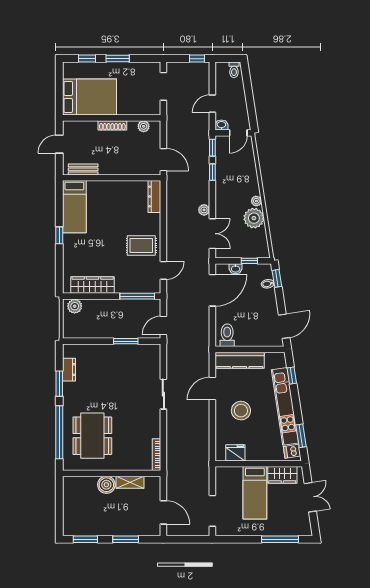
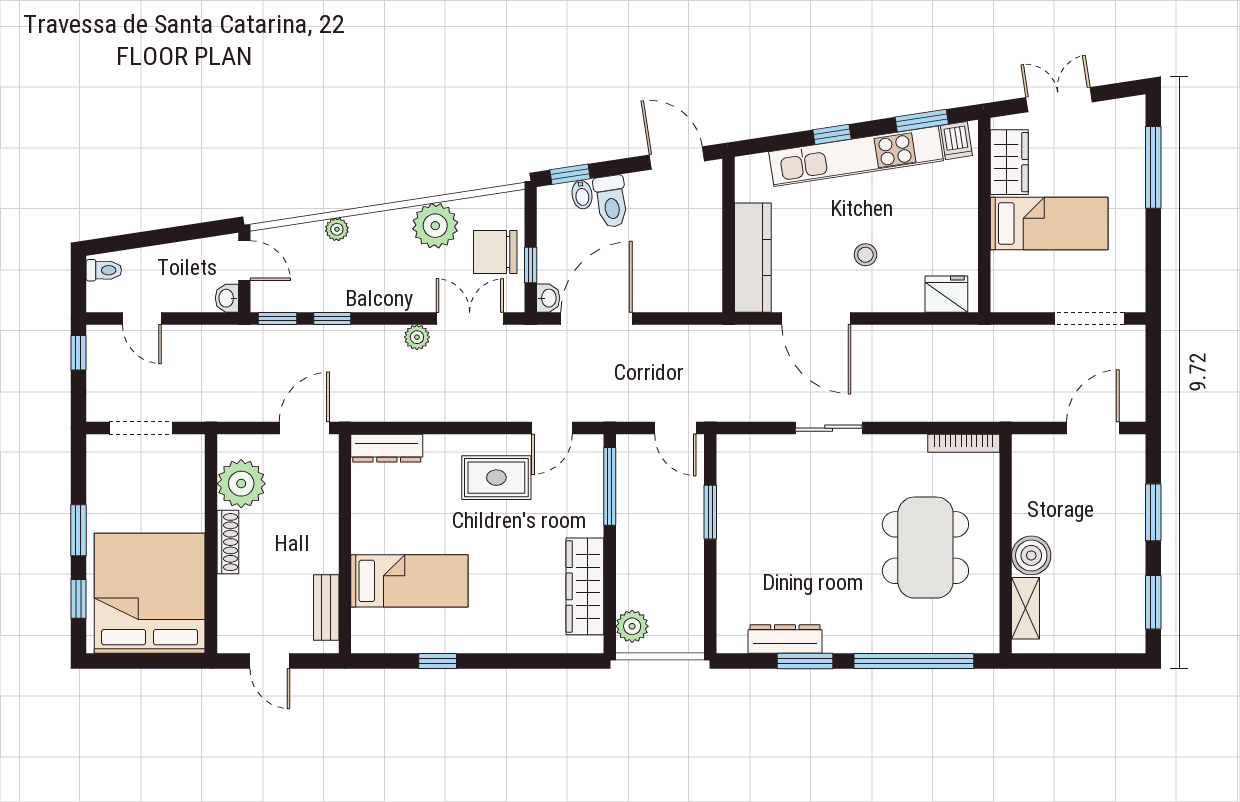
bed: (89, 97) -> (150, 593), width x1.36
door: (212, 104) -> (142, 318), moved
plant: (144, 126) -> (241, 484), width x1.87, depth x1.87
plant: (256, 201) -> (337, 229), moved
bed: (74, 207) -> (409, 581), moved
window: (59, 235) -> (438, 661), moved
chair: (242, 245) -> (495, 252), added
rug: (141, 246) -> (496, 478), turned 90
window: (249, 261) -> (531, 265), moved
washbasin: (236, 269) -> (548, 298), moved
door: (163, 270) -> (552, 428), swing flipped
door: (212, 290) -> (597, 318), hinge flipped
toilet: (227, 335) -> (611, 201), moved, turned -99
dresser: (69, 370) -> (785, 639), width x1.44
window: (292, 376) -> (832, 134), moved
door: (212, 389) -> (816, 318), width x1.36
stool: (241, 411) -> (865, 255), width x0.53, depth x0.53
dining table: (92, 436) -> (925, 548), moved, turned 90
fridge: (235, 453) -> (946, 294), moved, turned 90
shelving: (130, 482) -> (1026, 608), moved

